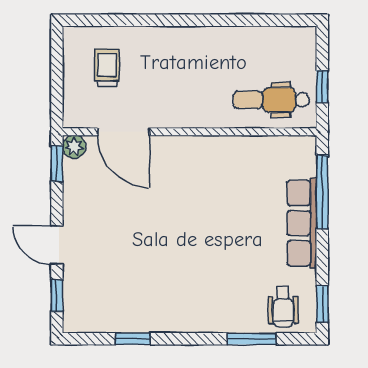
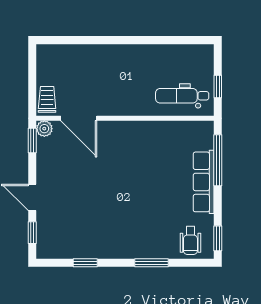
trolley: (107, 67) -> (47, 99), moved
window: (252, 339) -> (151, 263), moved

